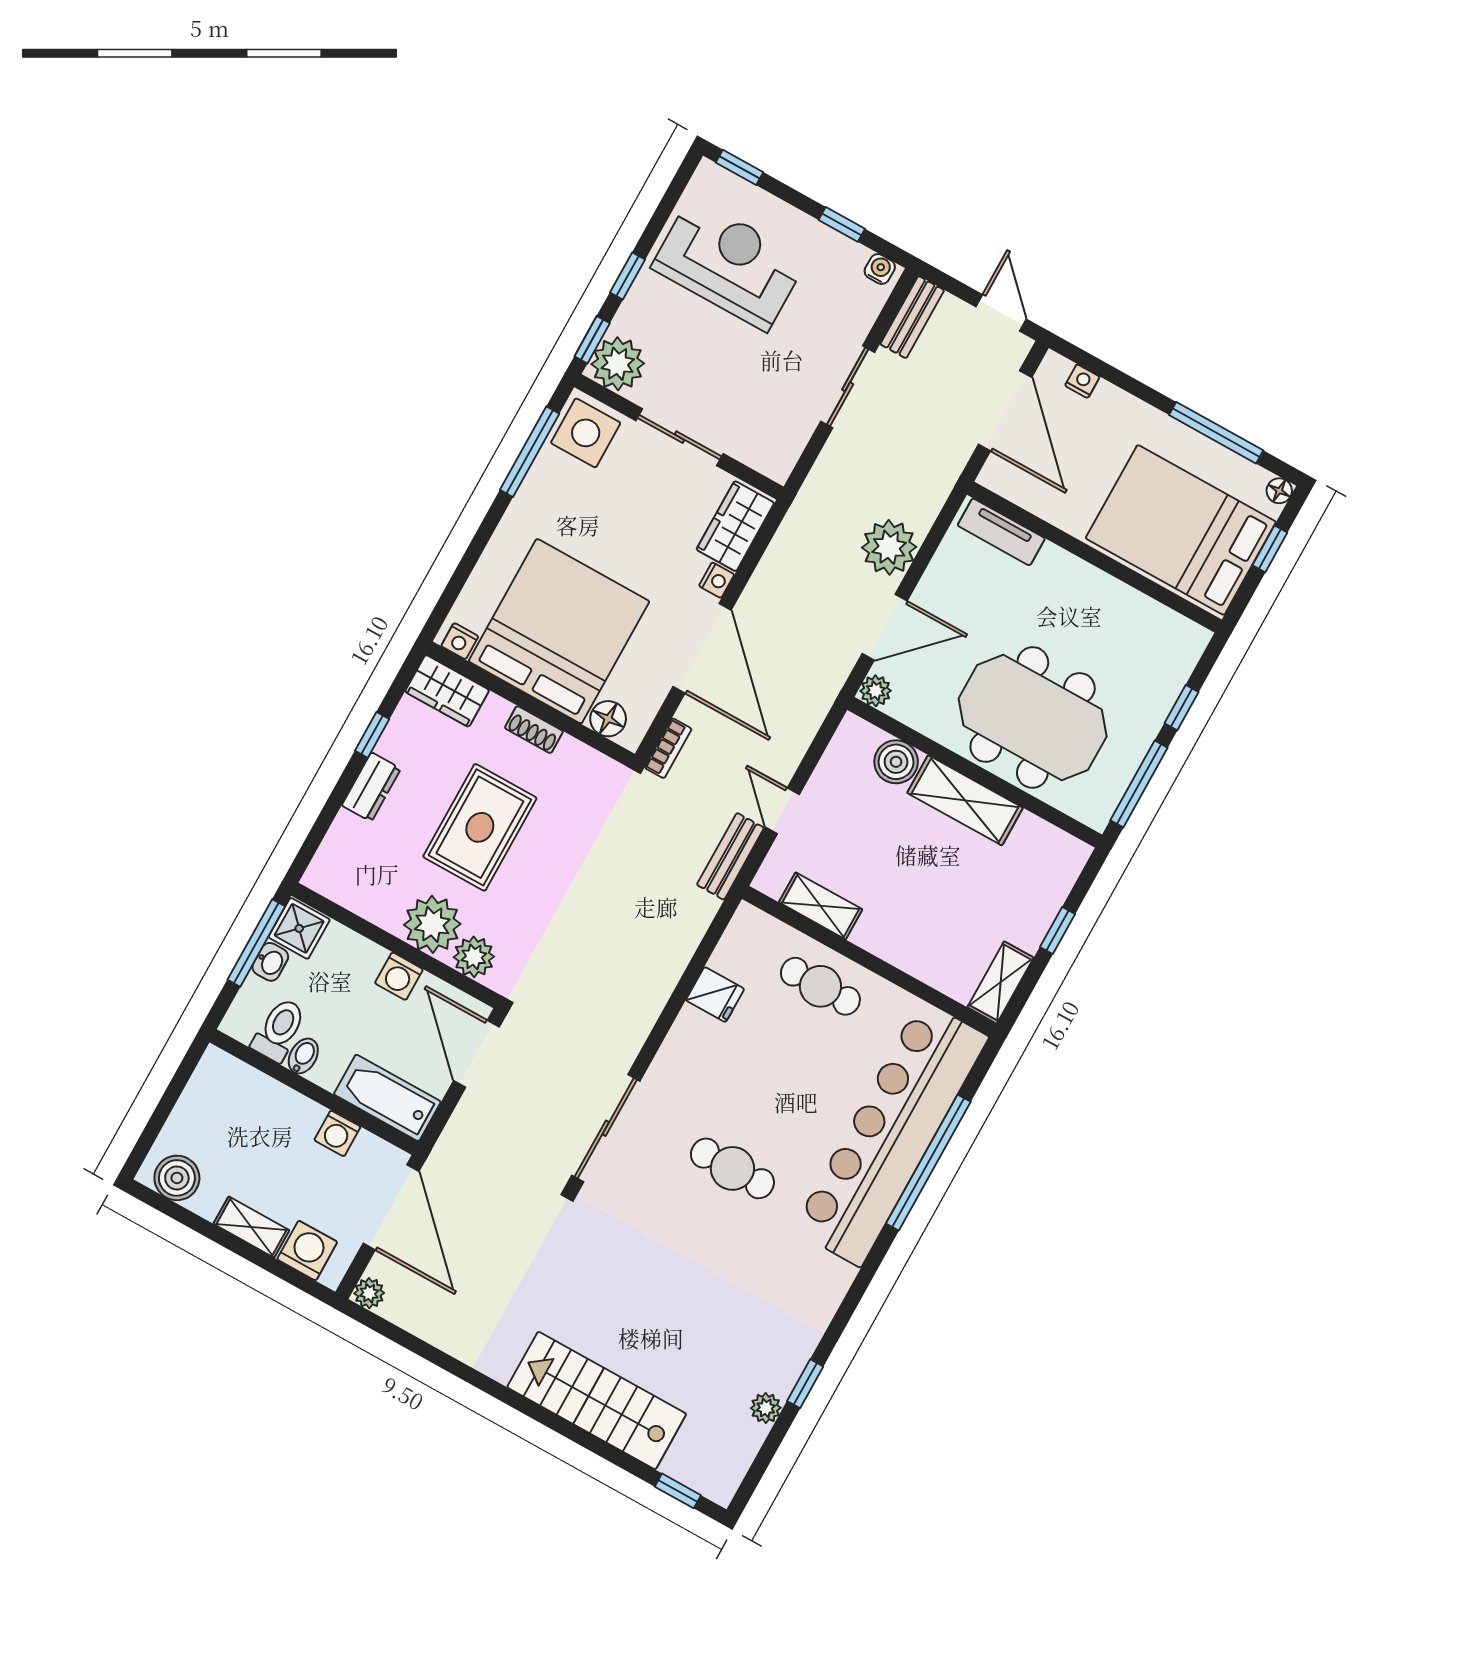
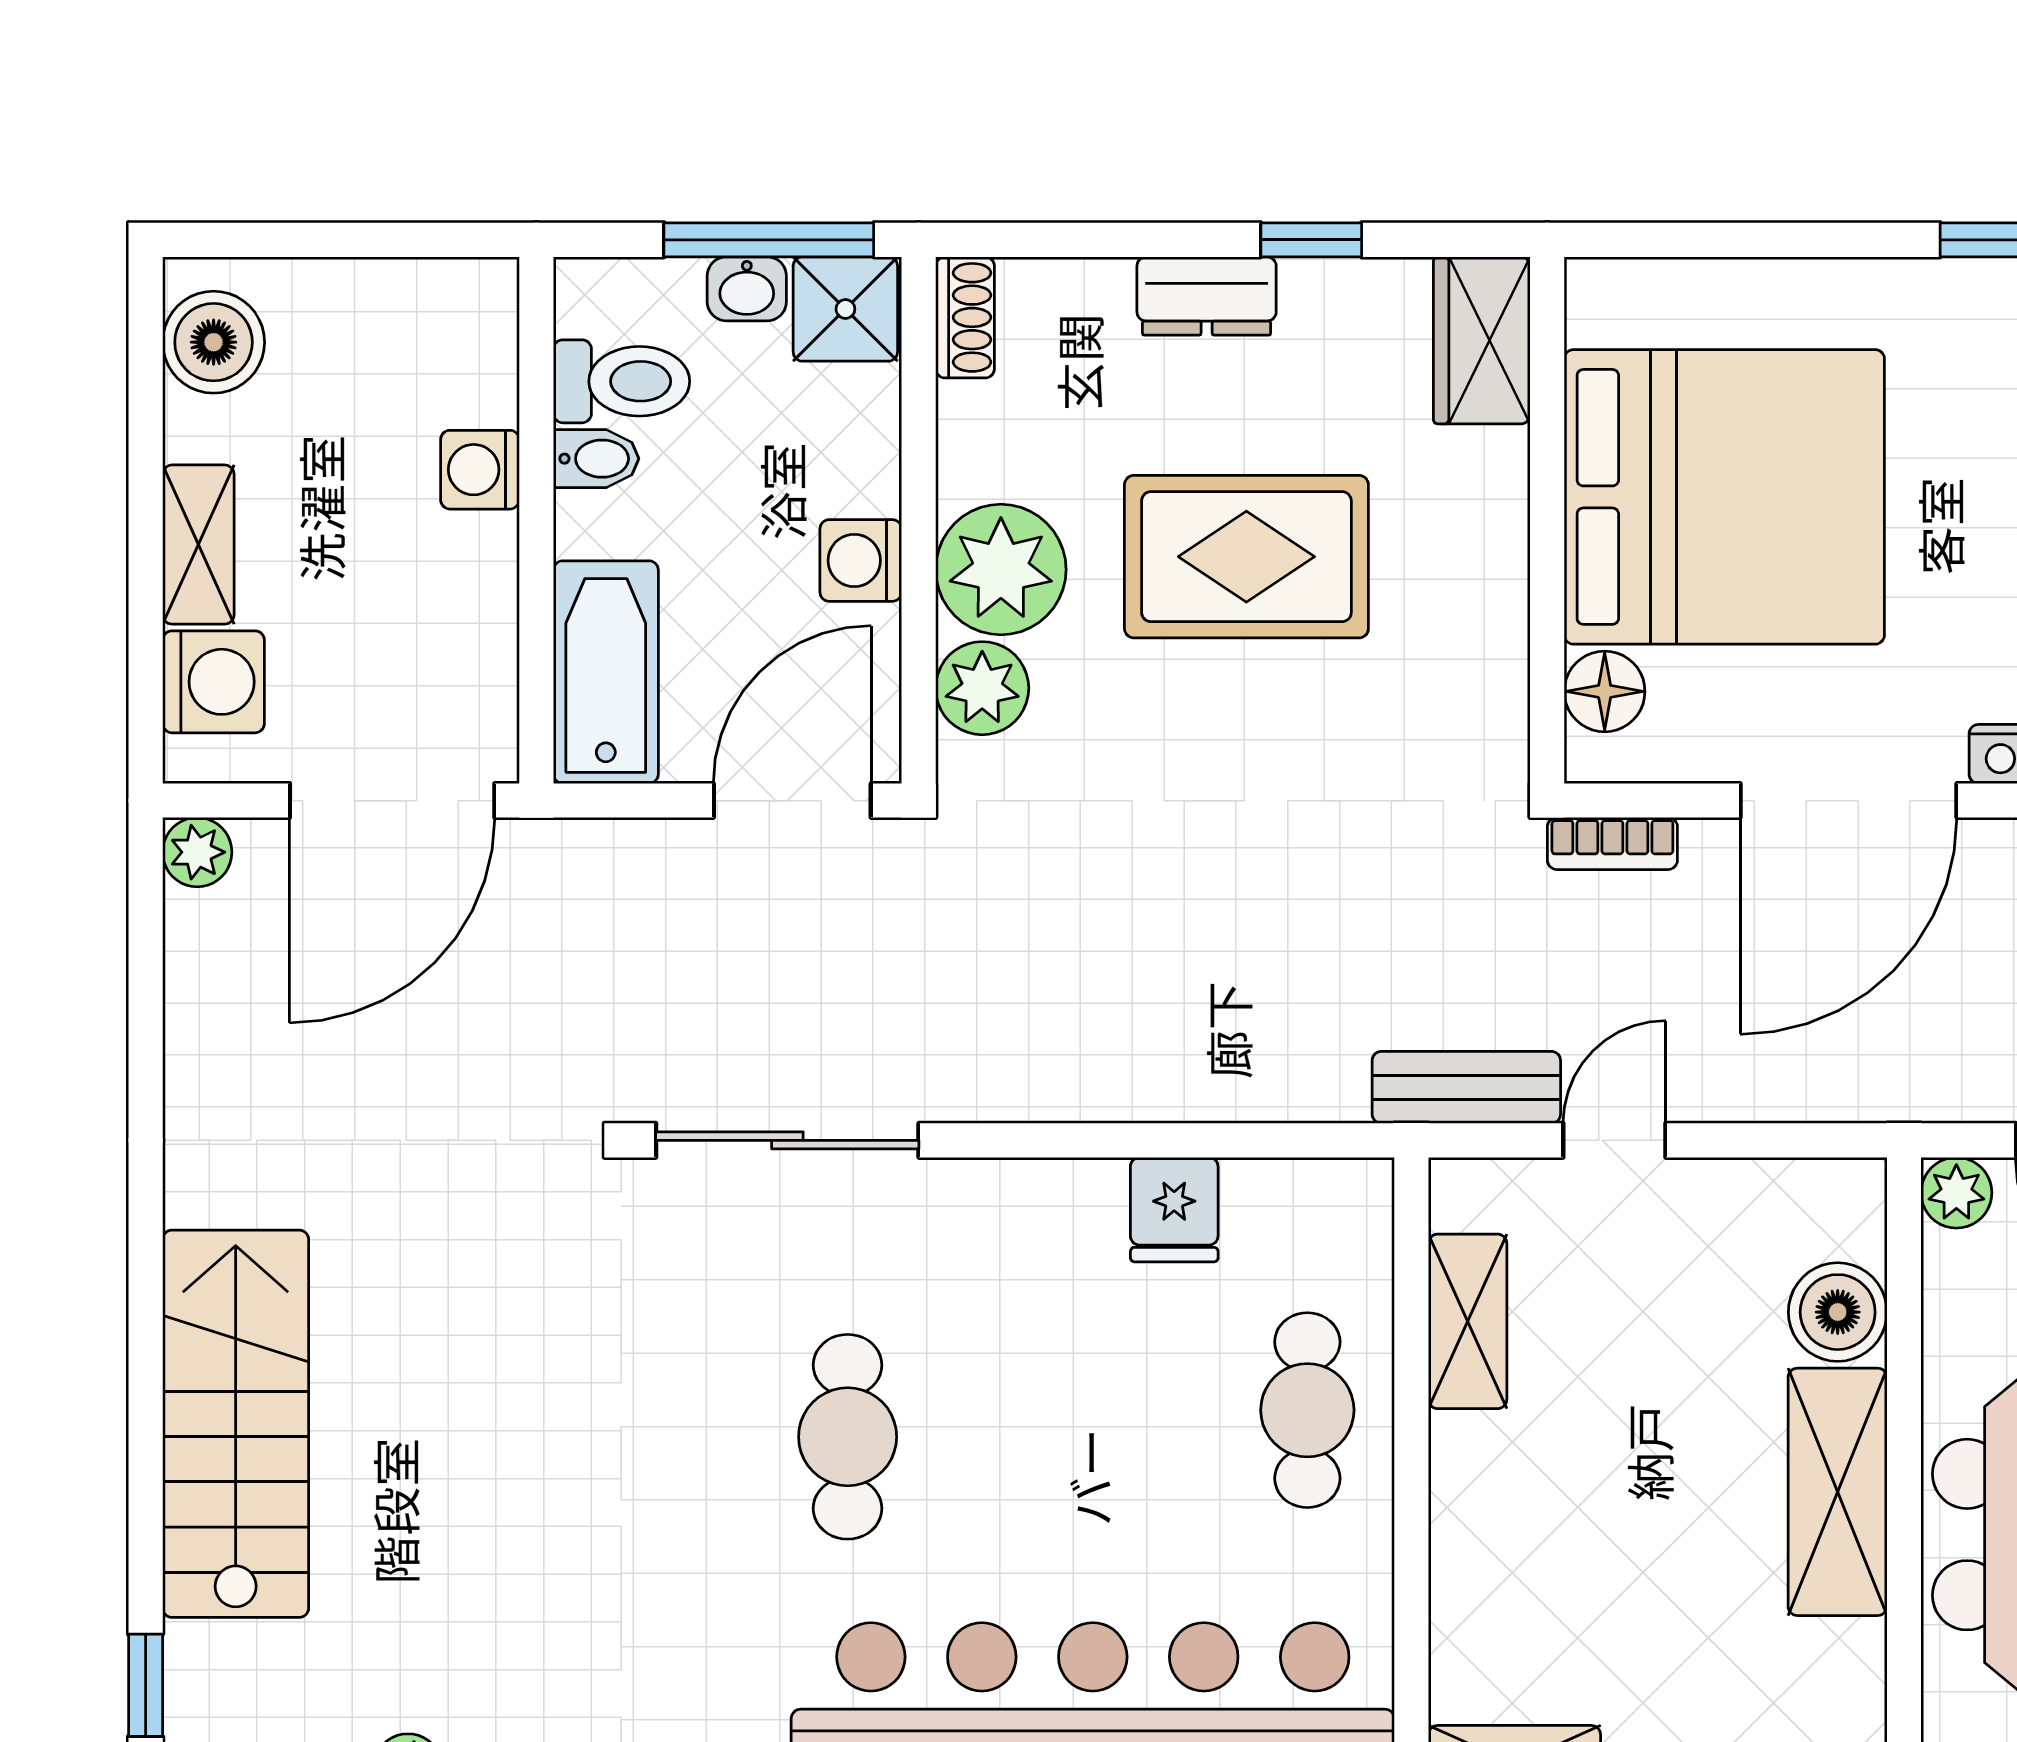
nightstand: (460, 641) -> (1595, 310), removed
shoe rack: (534, 730) -> (965, 317), moved, turned 180
washing machine: (337, 1133) -> (480, 470), moved

